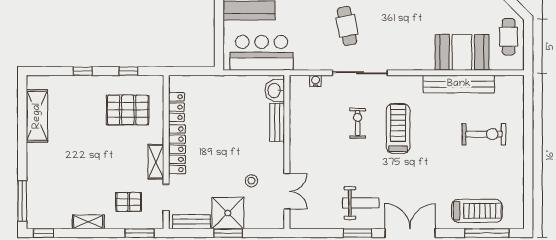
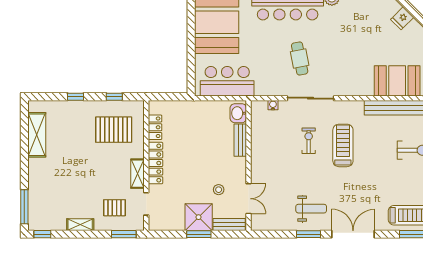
bench: (192, 222) -> (229, 224), moved

